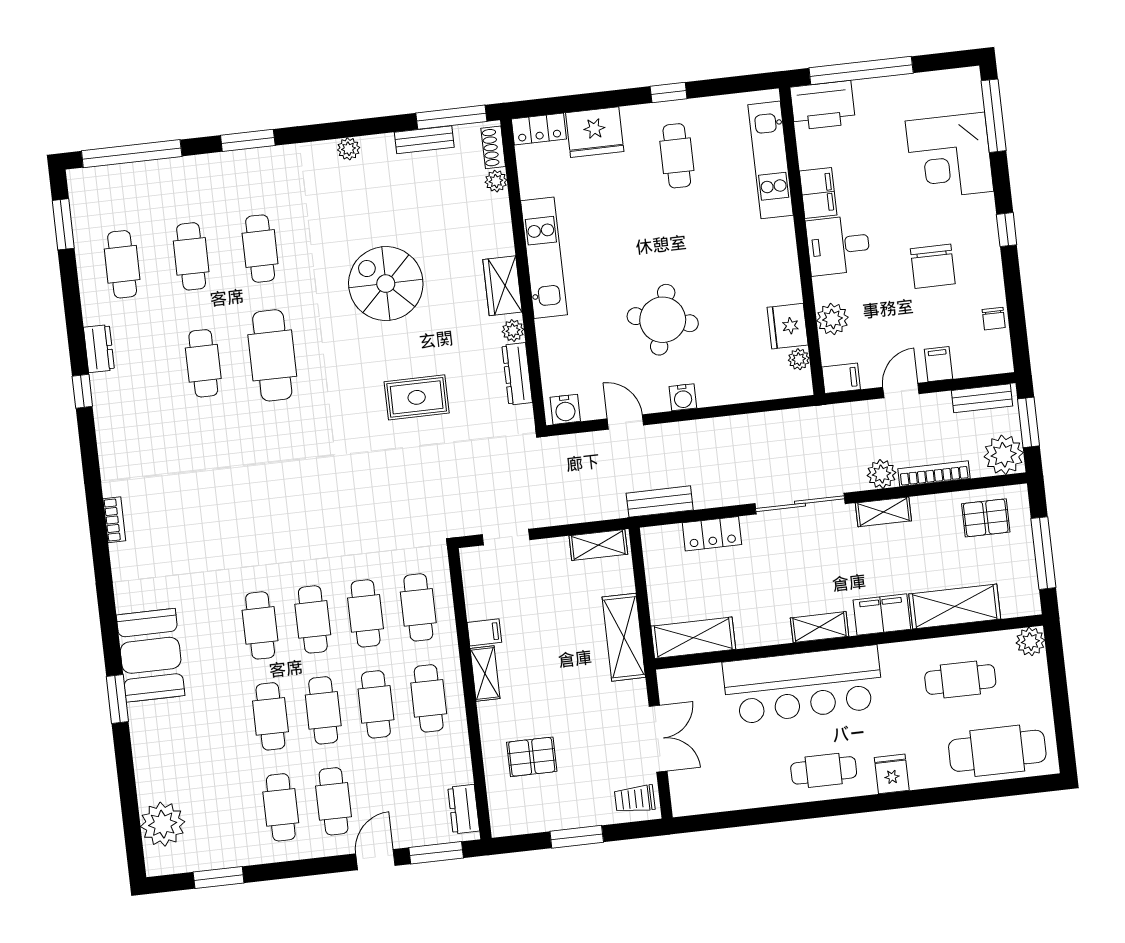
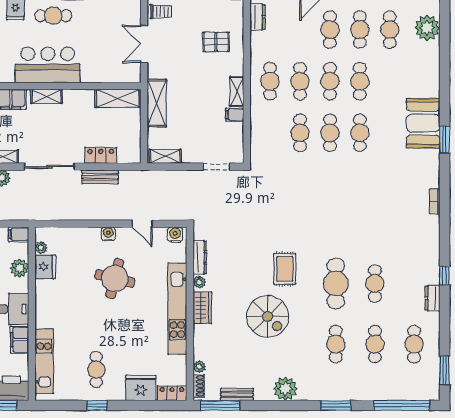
plant: (349, 149) -> (285, 389), width x1.87, depth x1.87
kitchen unit: (544, 258) -> (177, 309), width x1.36
rug: (417, 397) -> (285, 269), moved, turned 90
bench: (660, 502) -> (100, 177), moved
cafe table: (418, 607) -> (390, 30), moved
bar counter: (803, 685) -> (48, 65), width x0.73
window: (117, 699) -> (445, 139), moved

